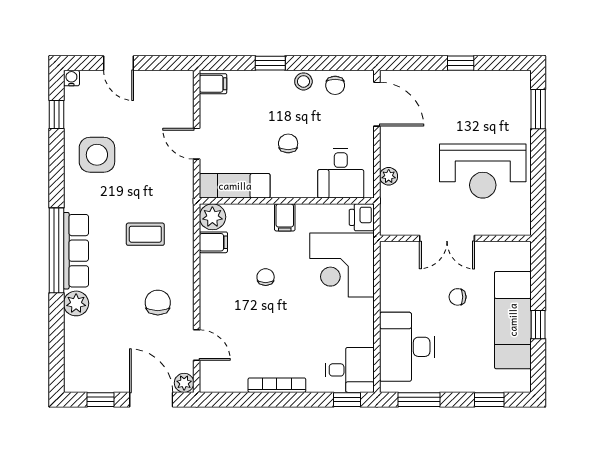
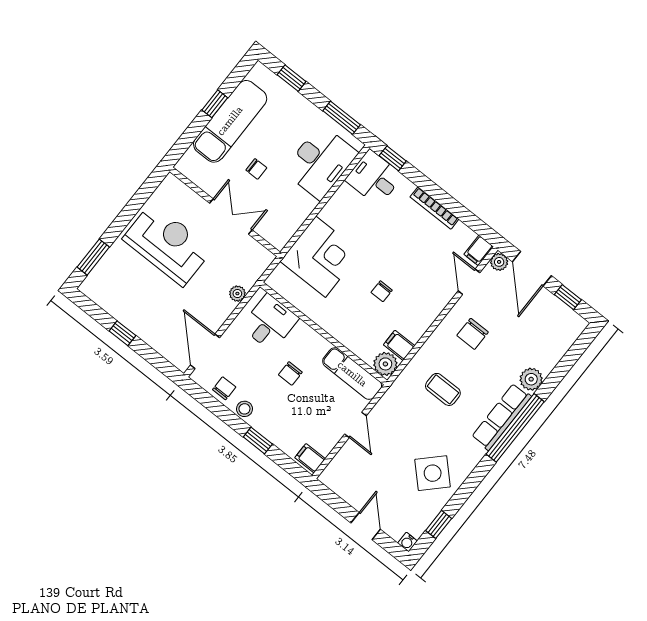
side table: (97, 155) -> (433, 473), turned 45
filing cabinet: (285, 217) -> (479, 250), moved, turned 180
printer: (362, 217) -> (280, 279), removed

